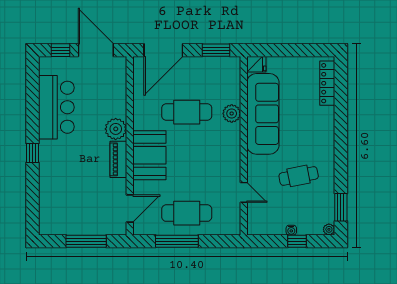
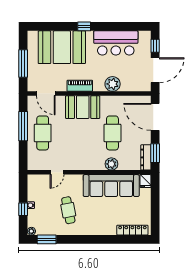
dresser: (222, 64) -> (146, 157), added
plant: (116, 129) -> (113, 84), moved
booth: (63, 185) -> (62, 47), added

